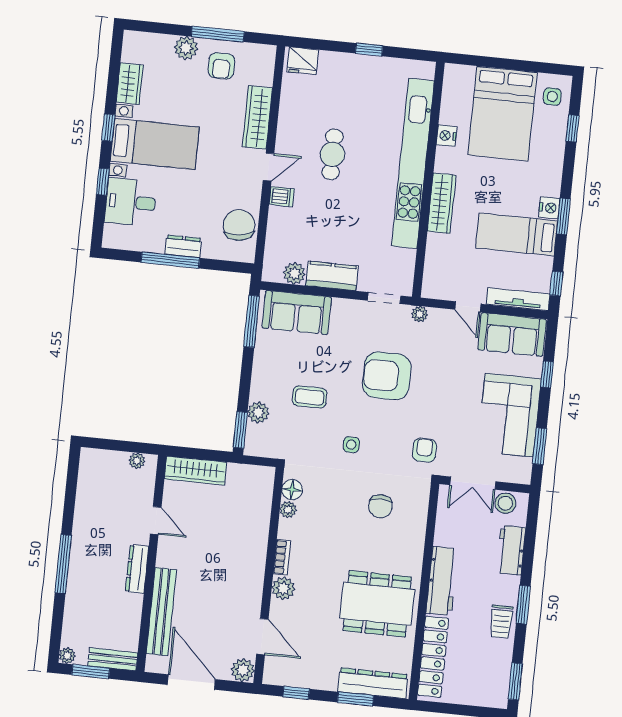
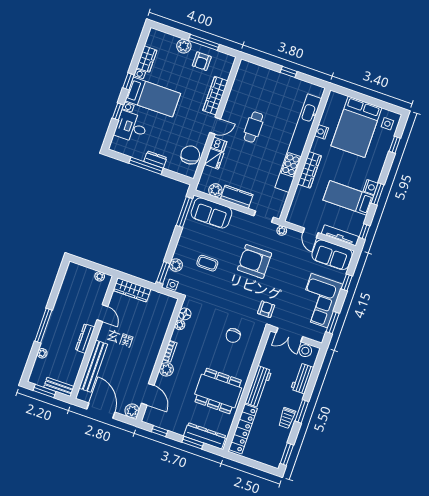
fridge: (303, 61) -> (214, 159), moved, turned -90
side table: (351, 445) -> (173, 285), moved
plant: (67, 656) -> (42, 353), moved

